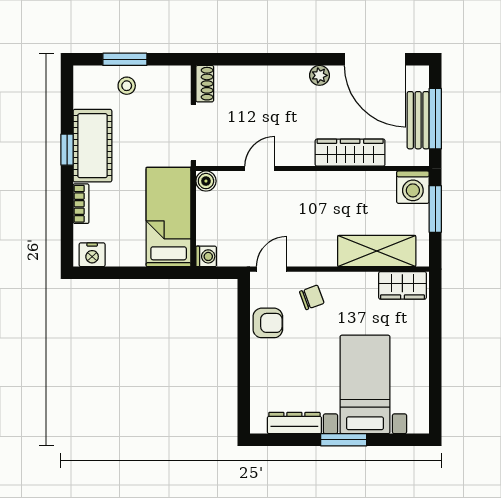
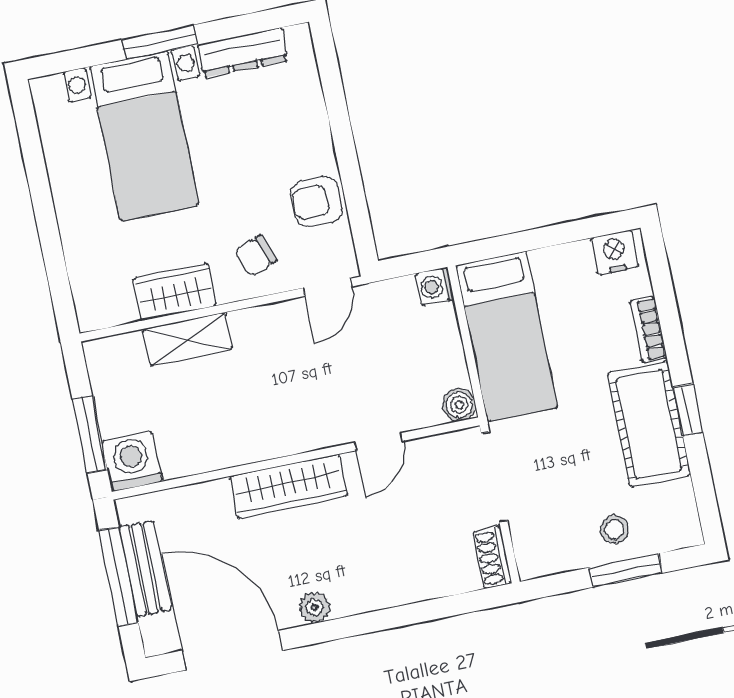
wardrobe: (350, 153) -> (288, 486), moved
shelving: (377, 251) -> (188, 339), width x0.67, depth x0.75
wardrobe: (402, 285) -> (175, 292), moved

